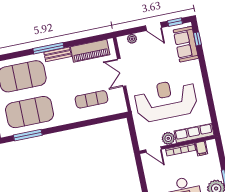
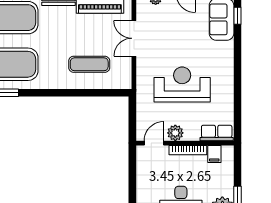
reception desk: (166, 100) -> (182, 84), width x0.74, depth x0.77
row of seats: (194, 133) -> (217, 133), width x0.68
door: (153, 150) -> (154, 143), swing flipped

